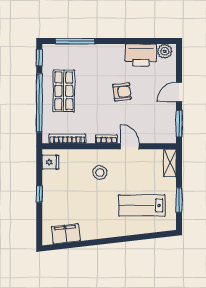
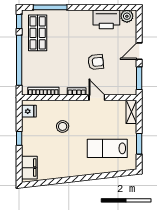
shop shelf: (64, 91) -> (38, 33), moved
armchair: (122, 92) -> (96, 62), moved
stool: (100, 172) -> (63, 126), moved
filing cabinet: (66, 234) -> (29, 168), moved, turned 97

